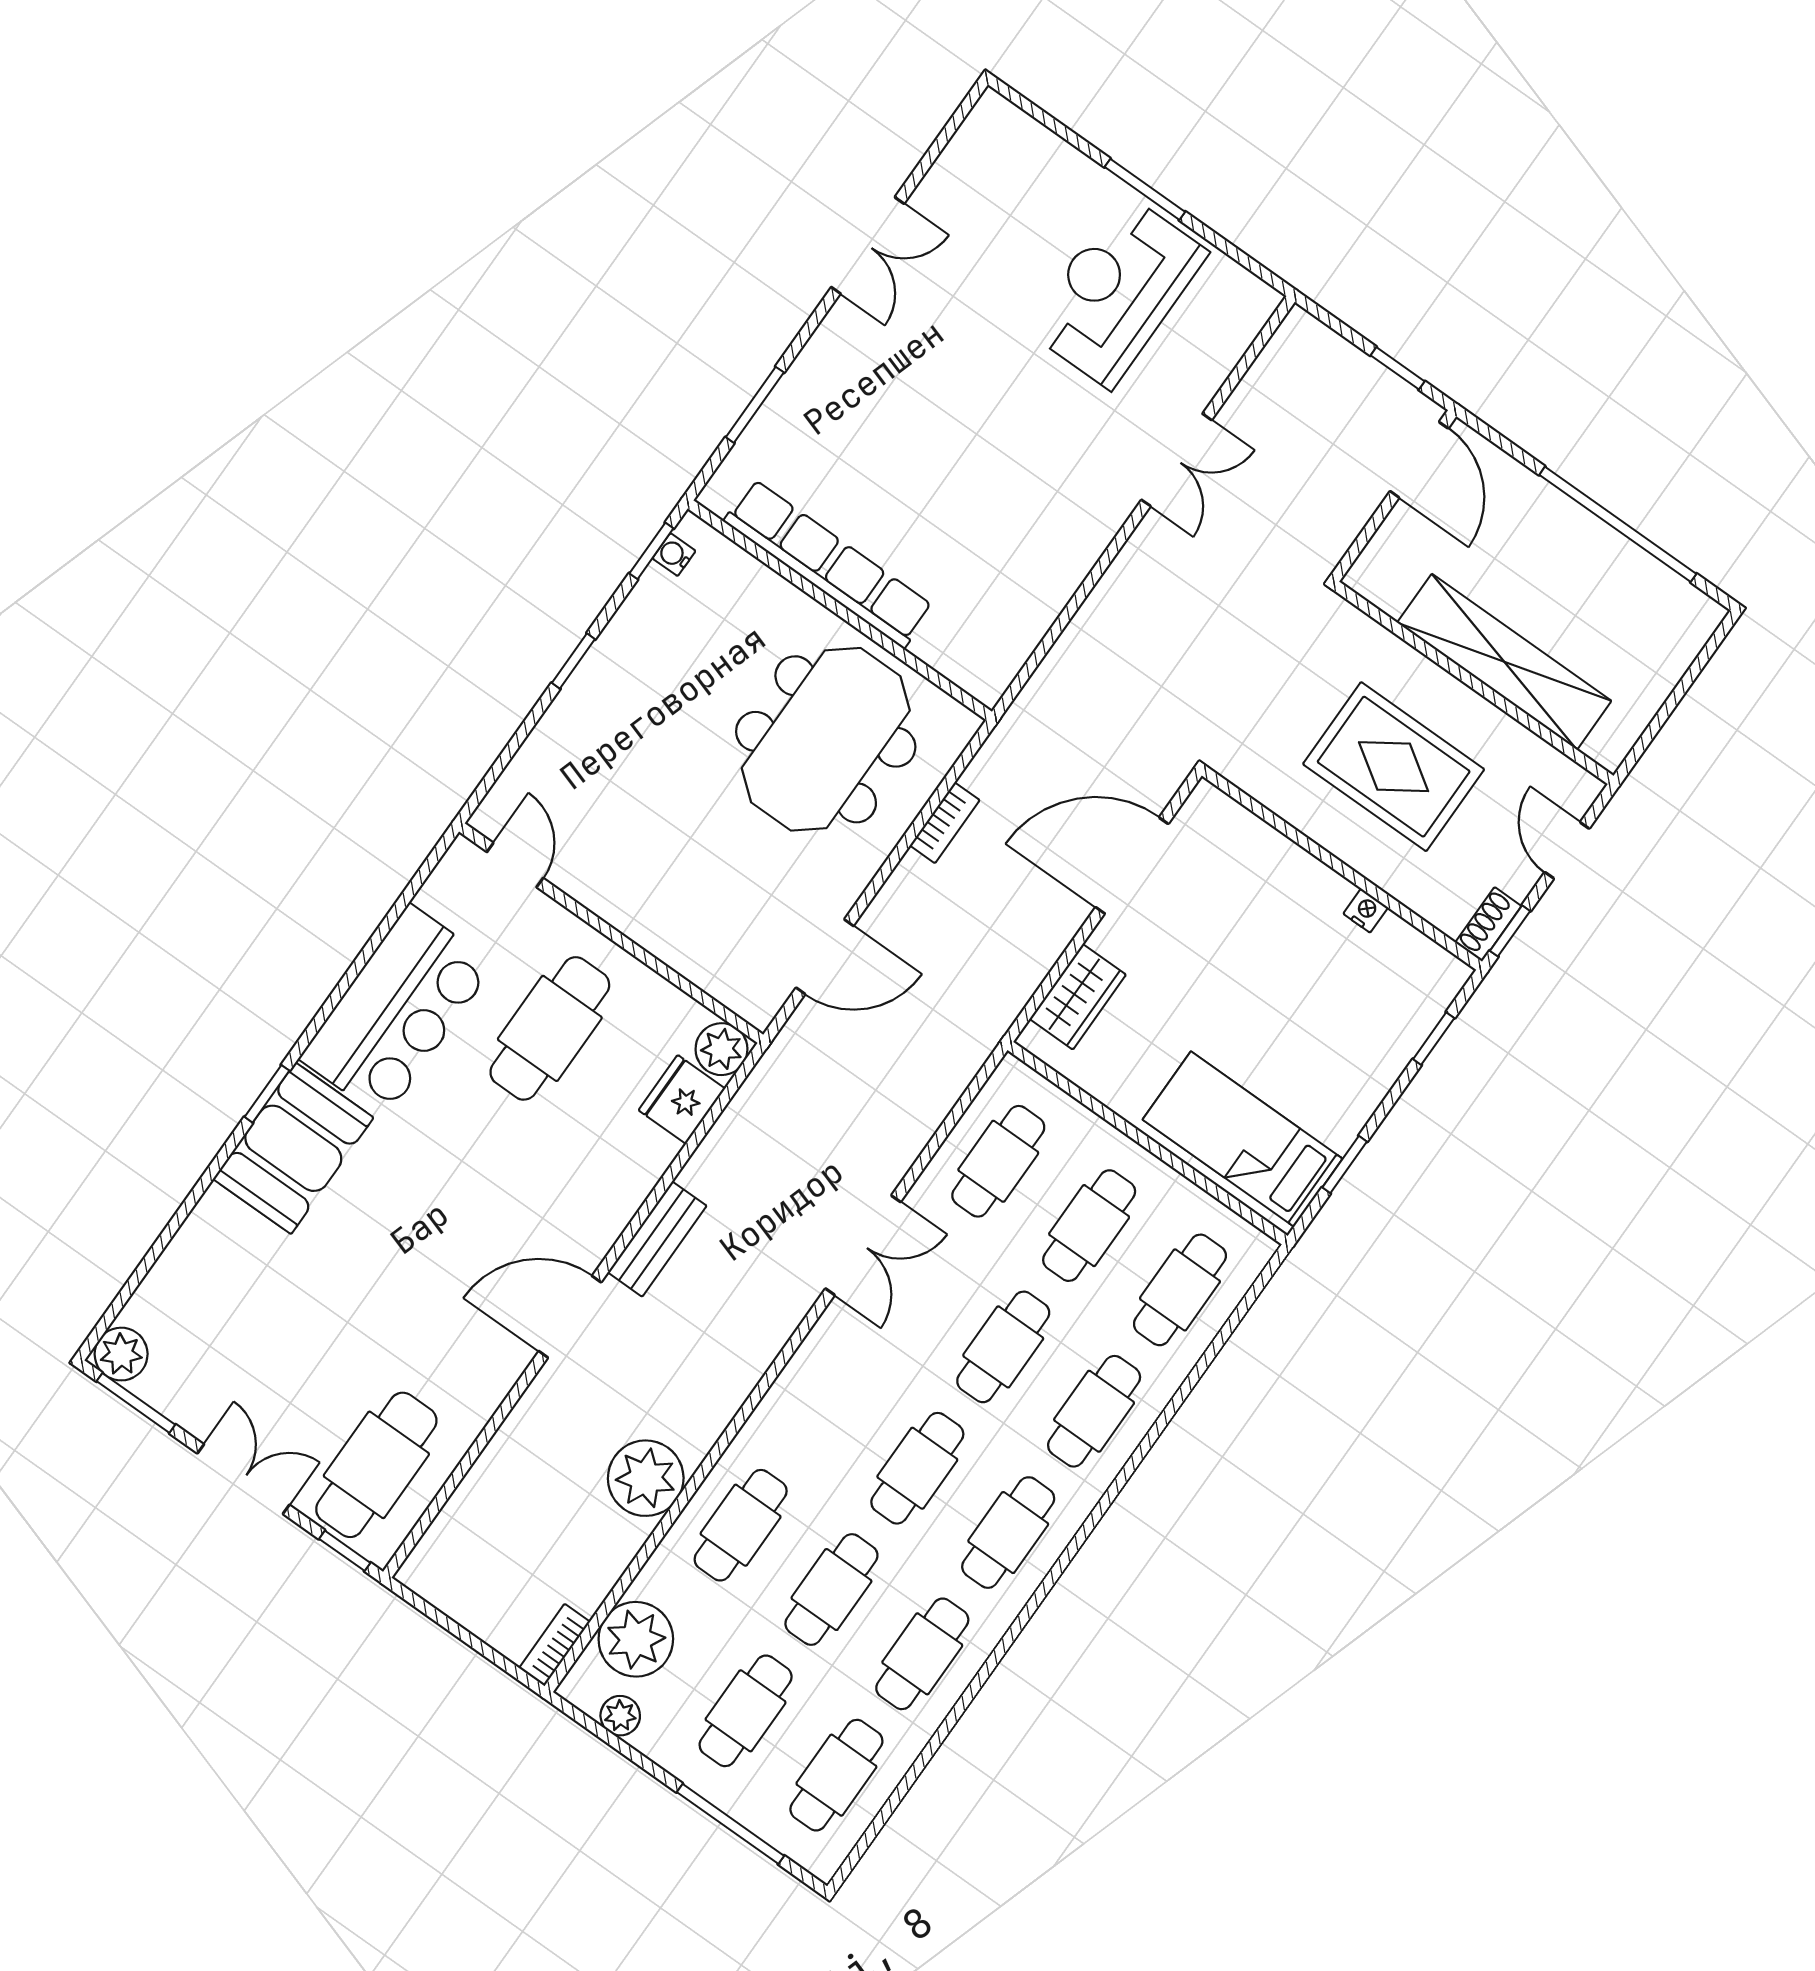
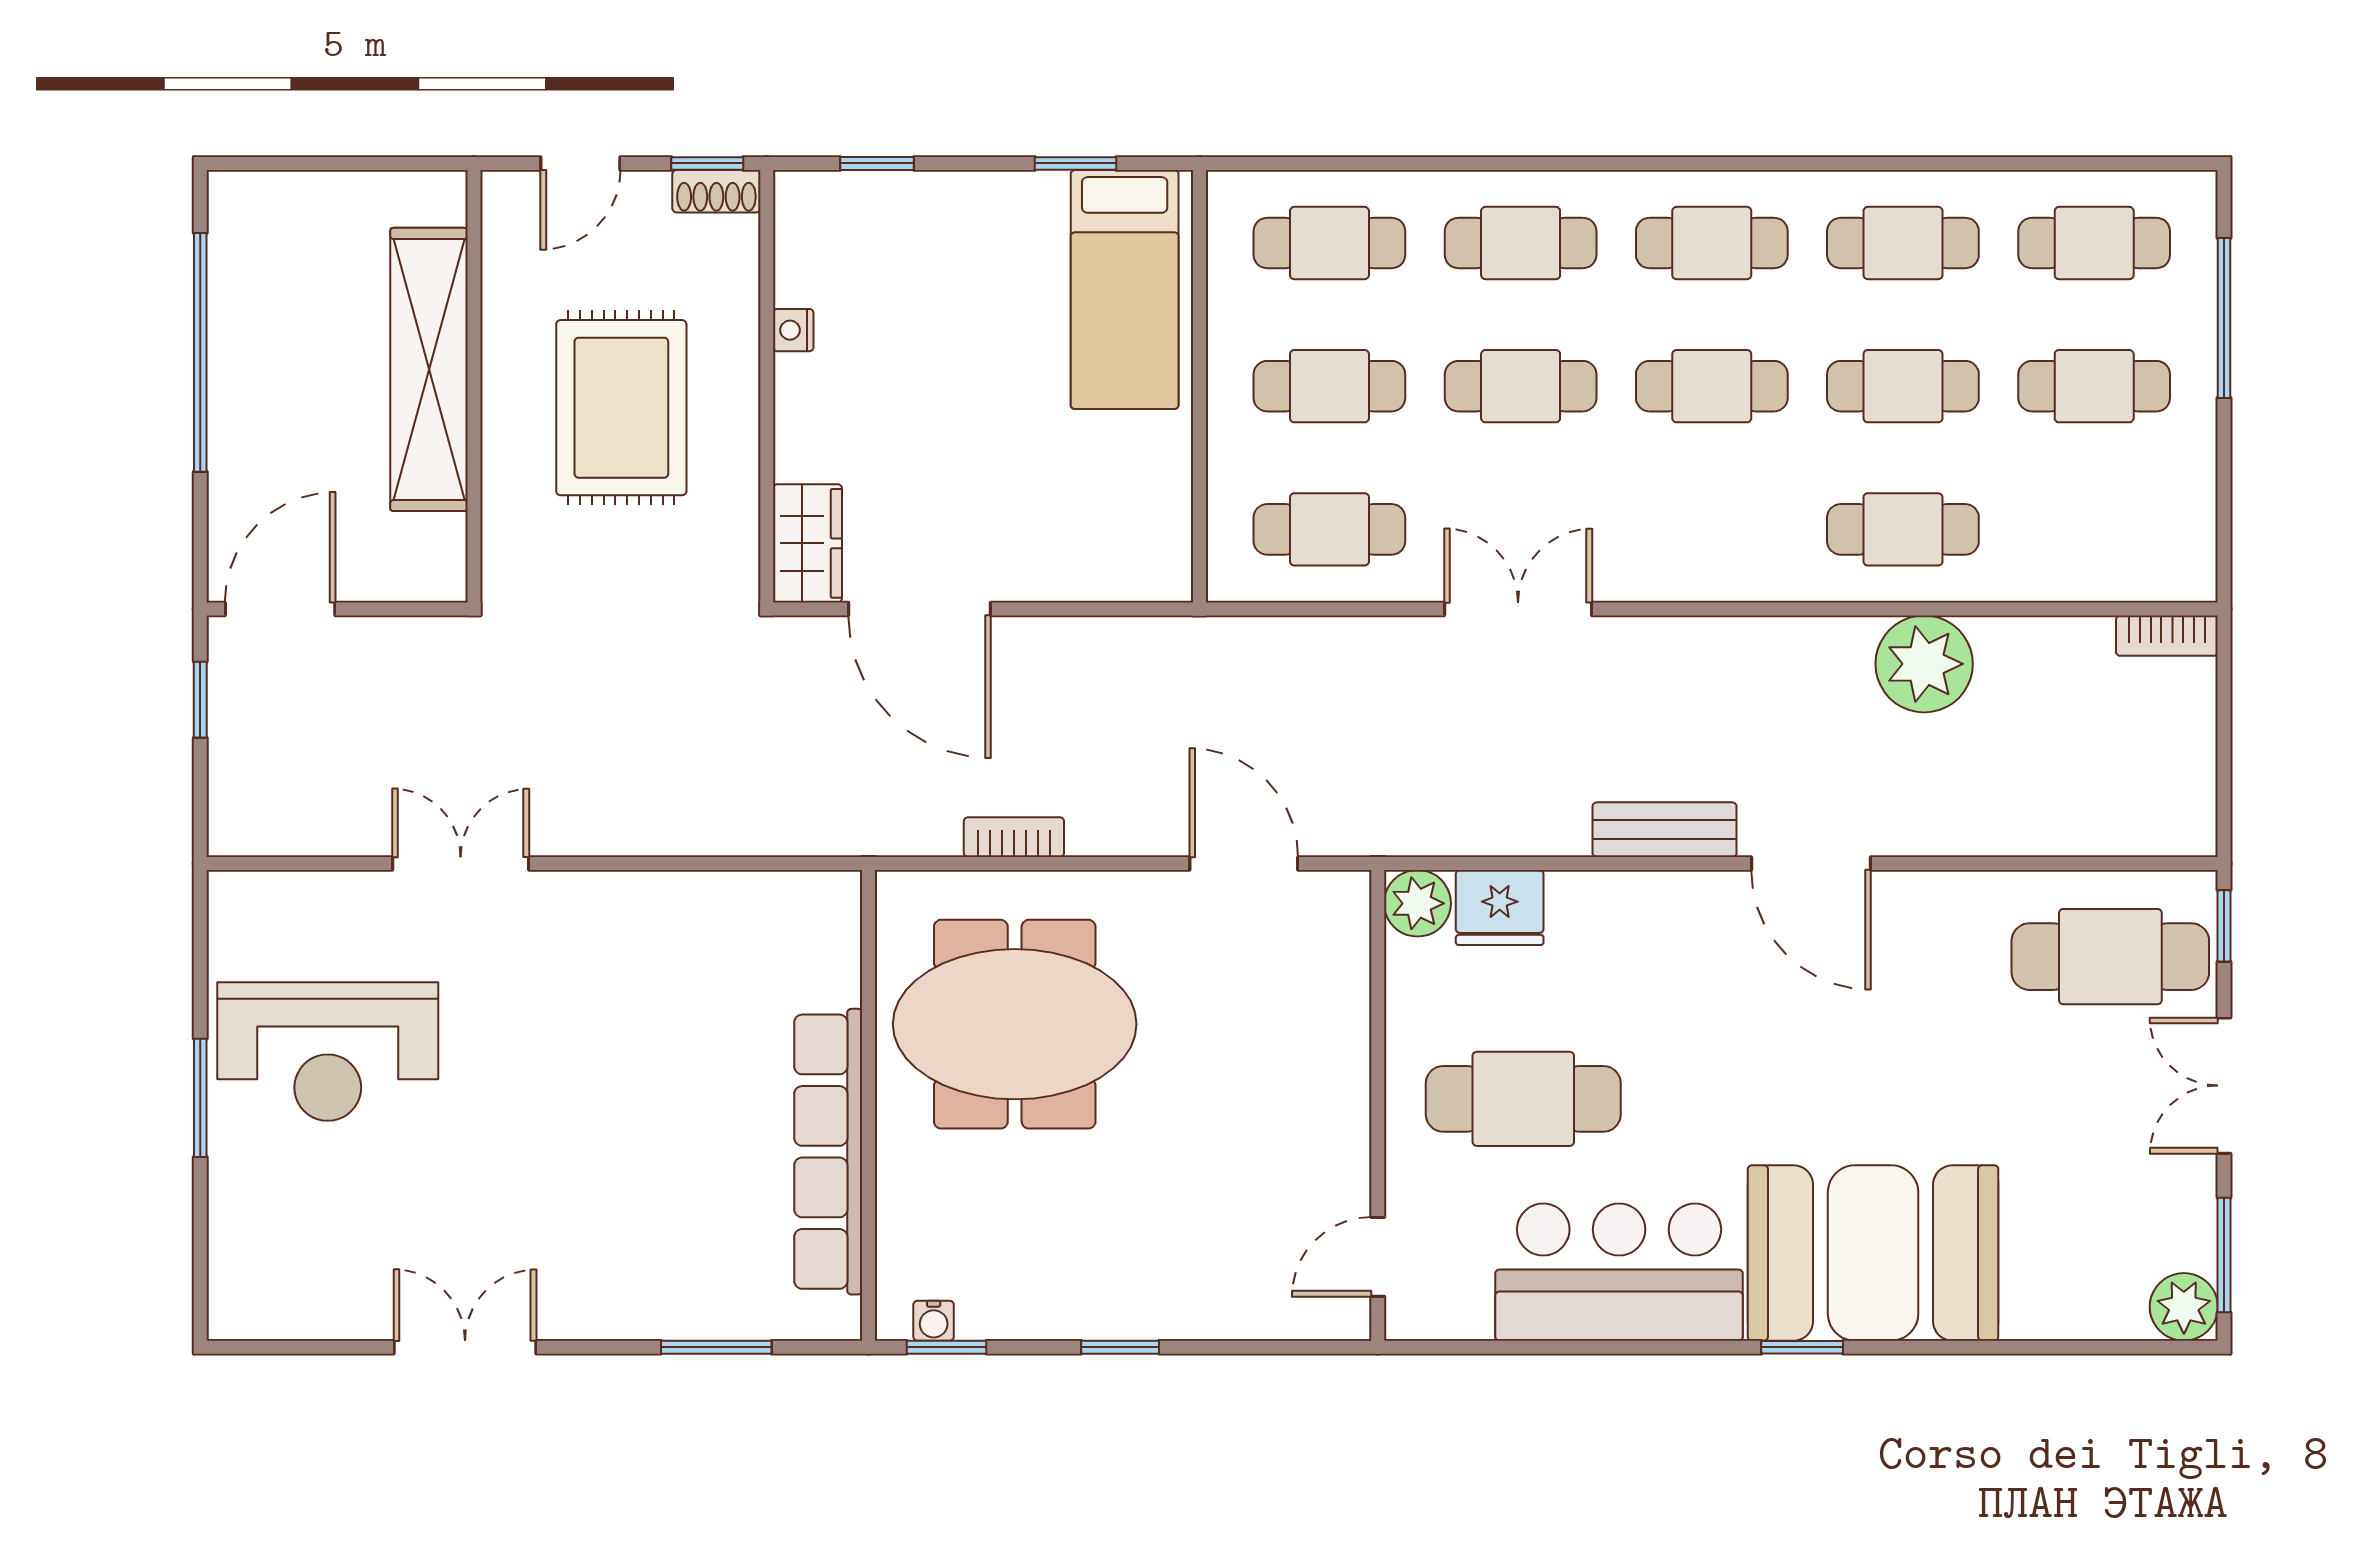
wardrobe: (1078, 997) -> (807, 543), moved, turned 90
booth: (293, 1148) -> (1873, 1253), width x1.36, depth x1.42
plant: (636, 1639) -> (2101, 555), removed
plant: (620, 1716) -> (2192, 514), removed

